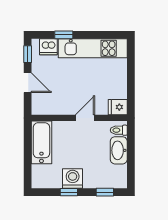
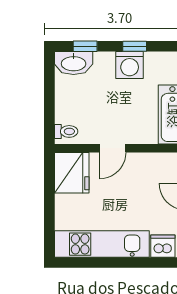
window: (64, 35) -> (142, 263), removed
fridge: (118, 107) -> (72, 173), width x1.88, depth x1.34
washbasin: (119, 150) -> (74, 63), moved, turned 90

